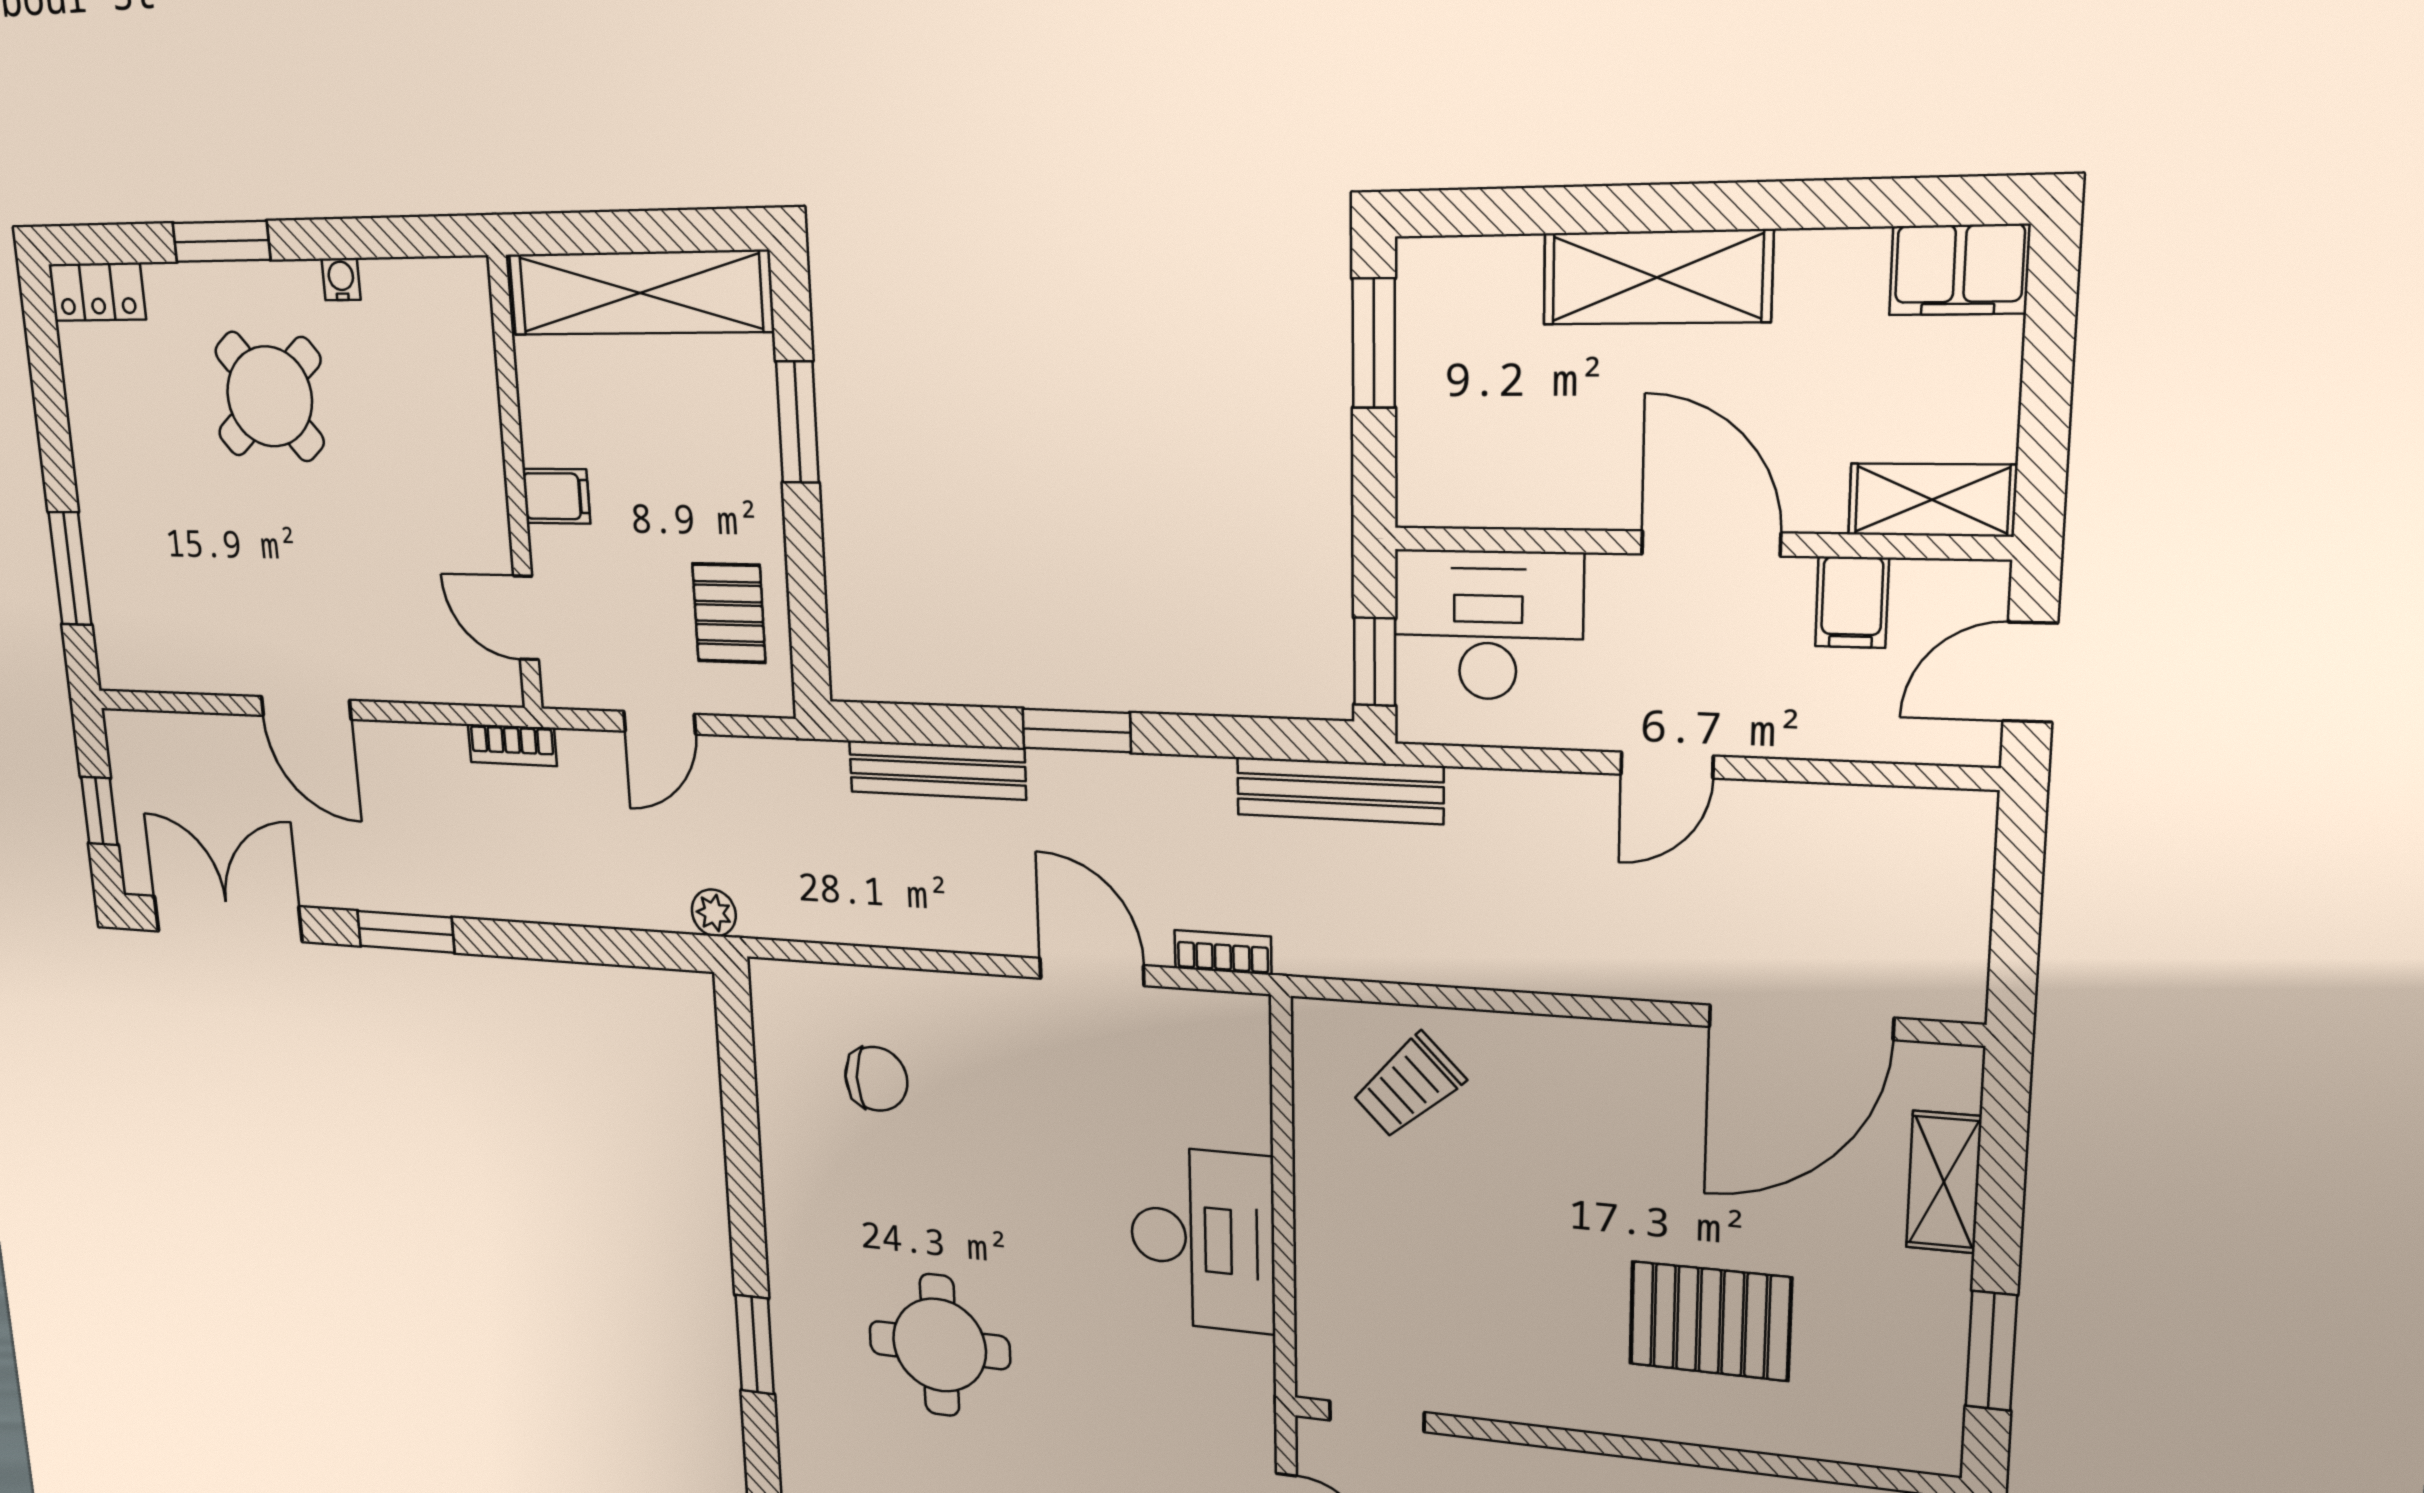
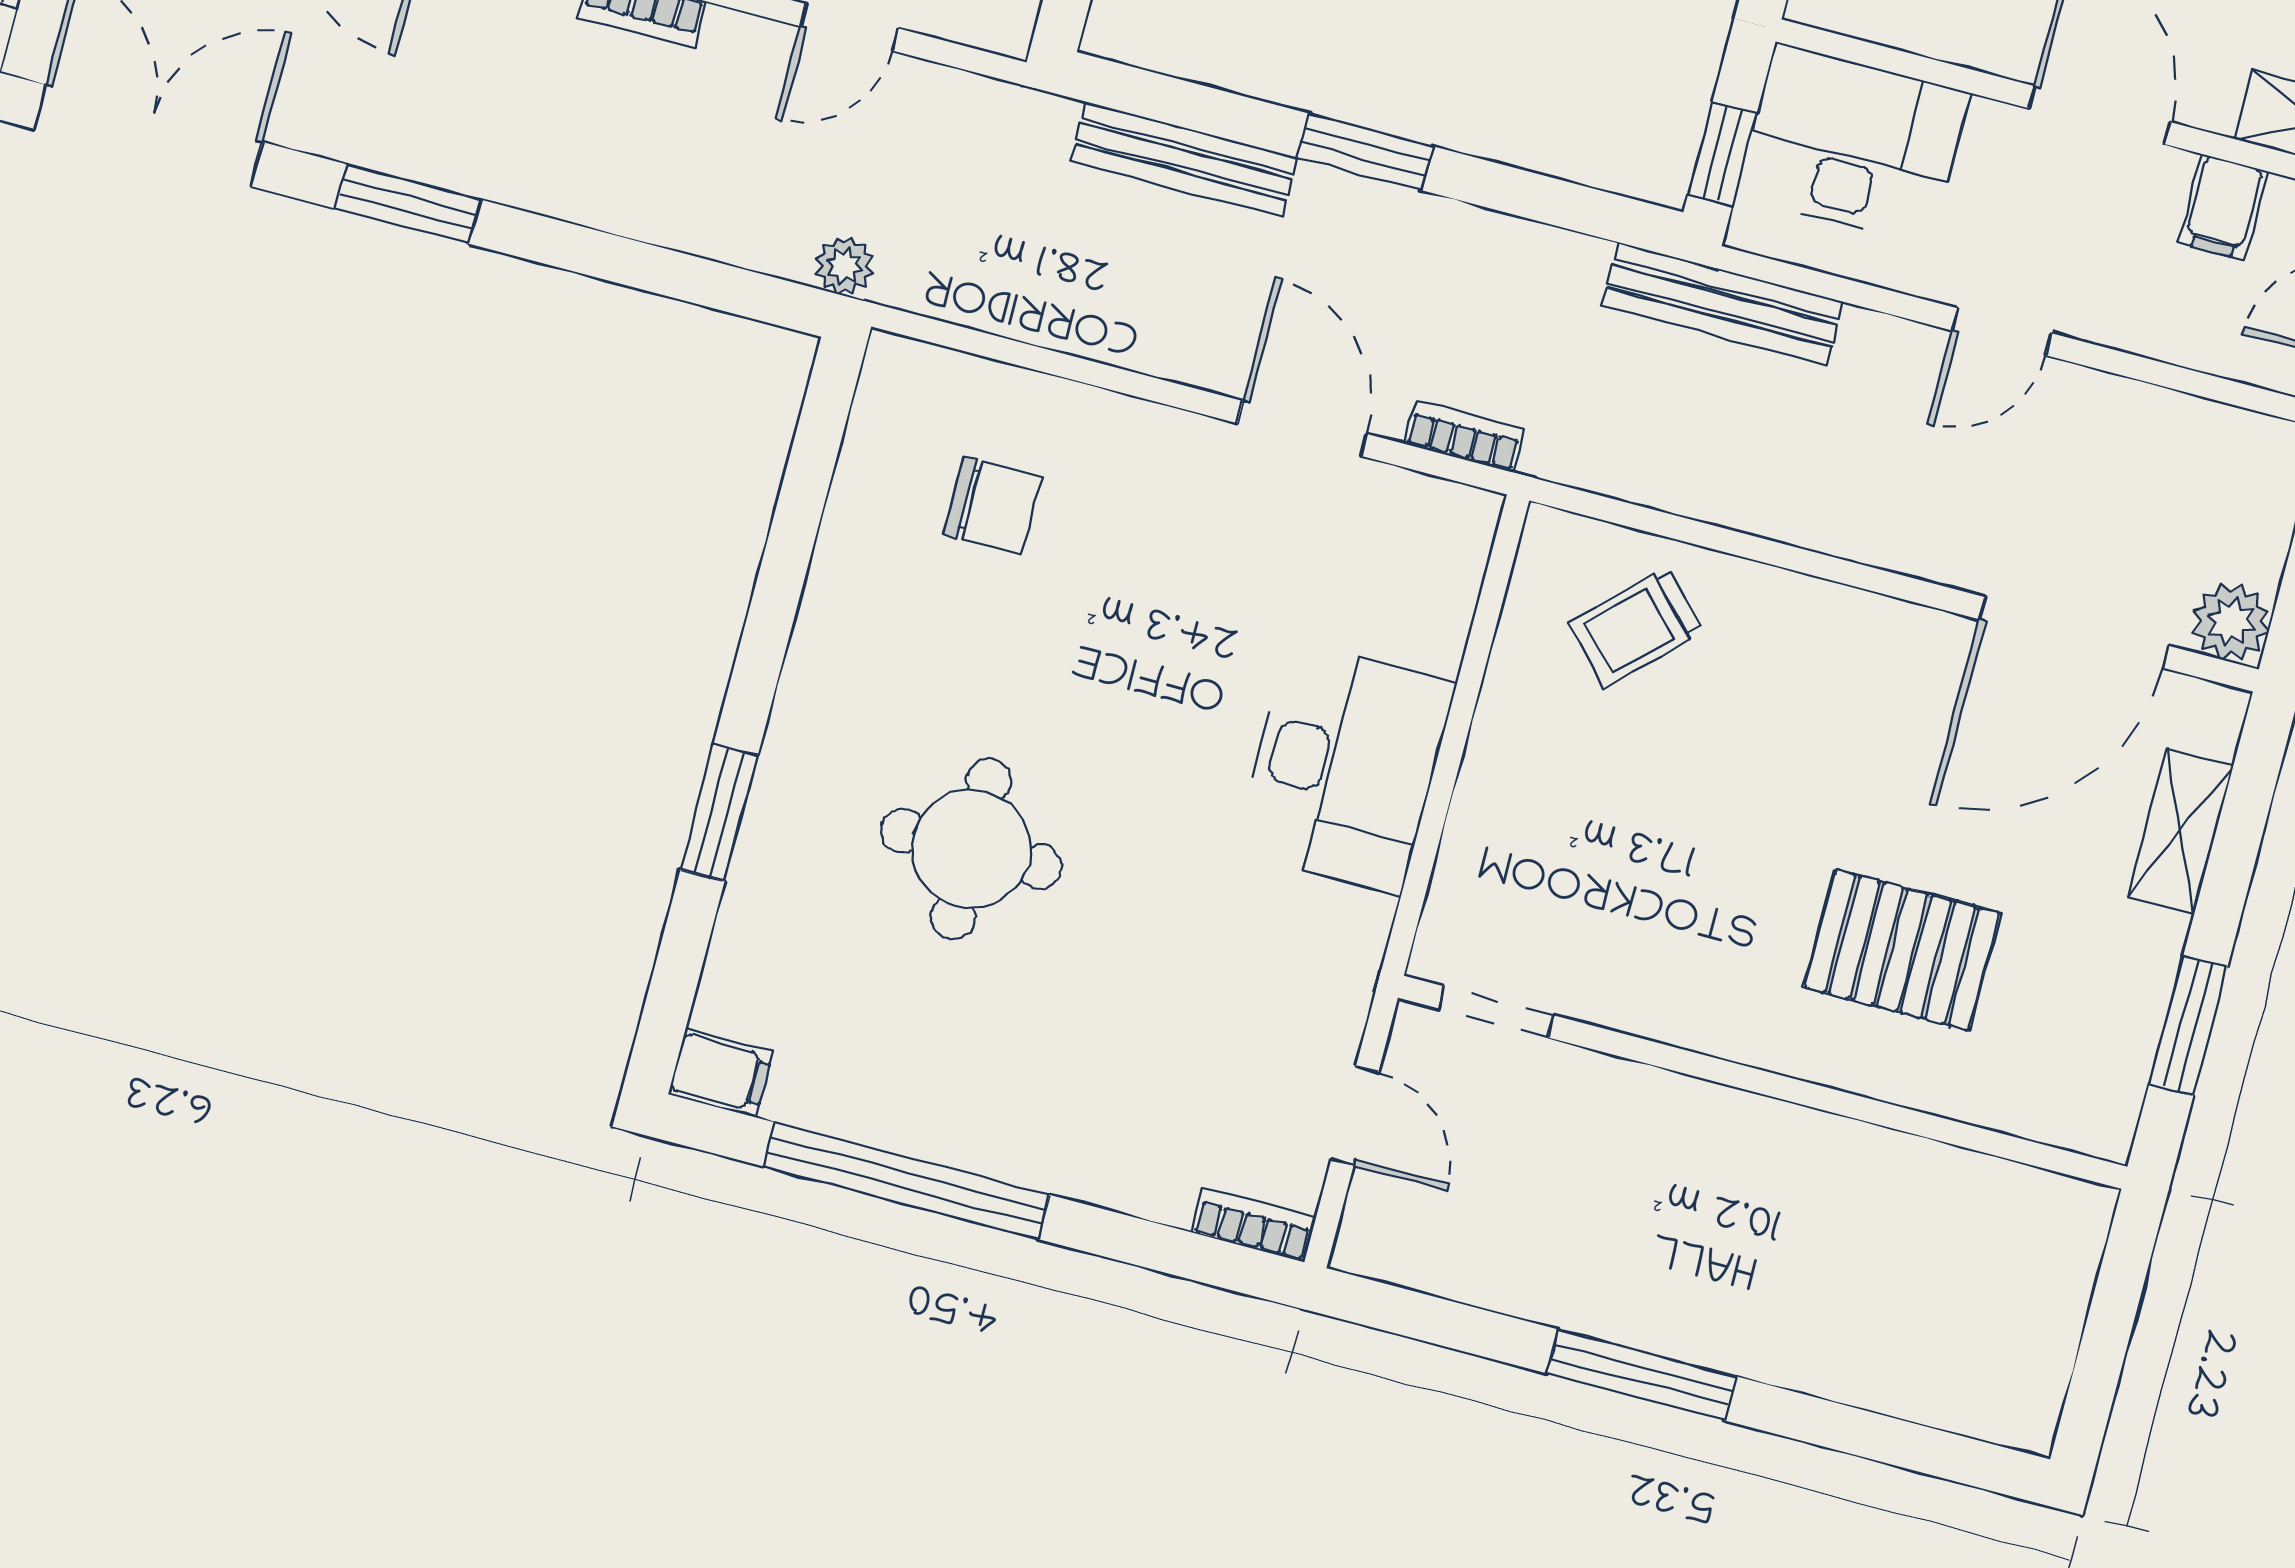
bench: (1340, 791) -> (1723, 304), moved
plant: (1949, 986) -> (2231, 622), added

